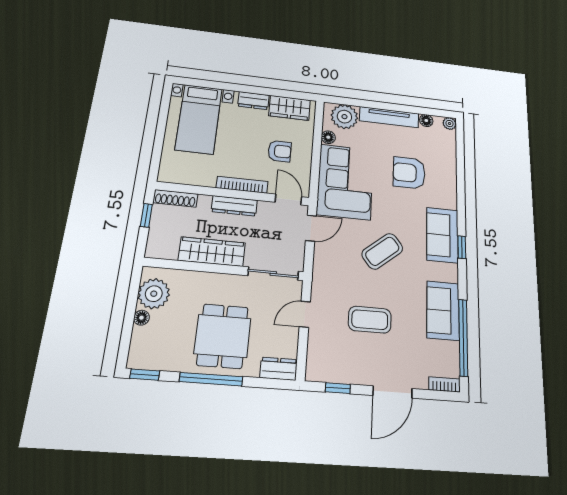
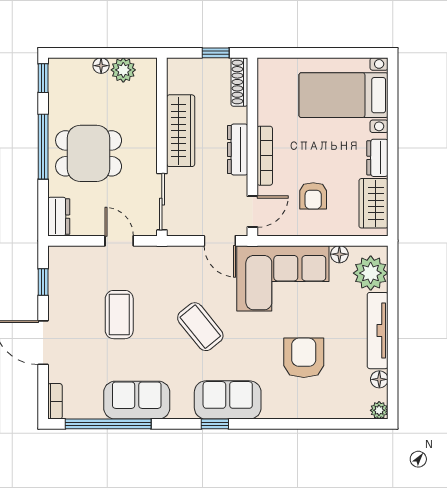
plant: (154, 294) -> (123, 70), width x0.73, depth x0.73

